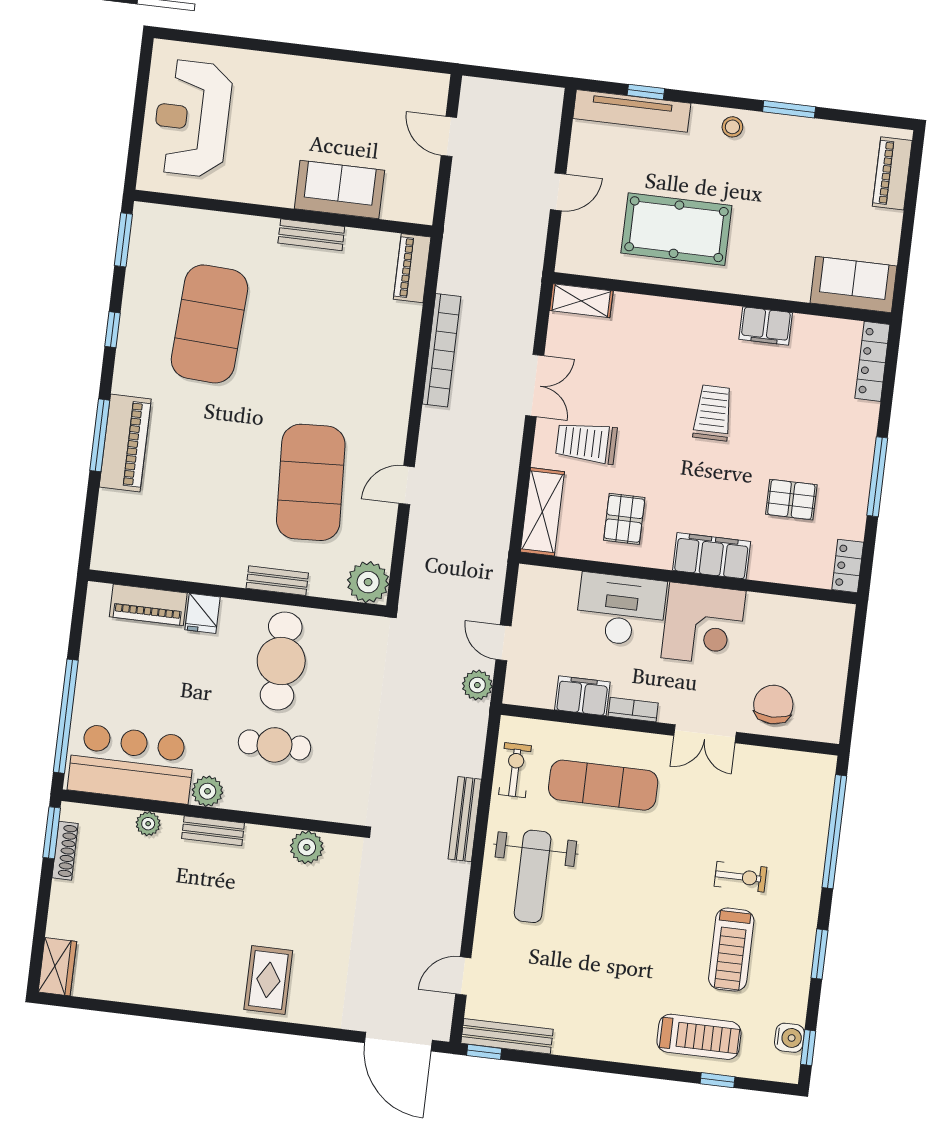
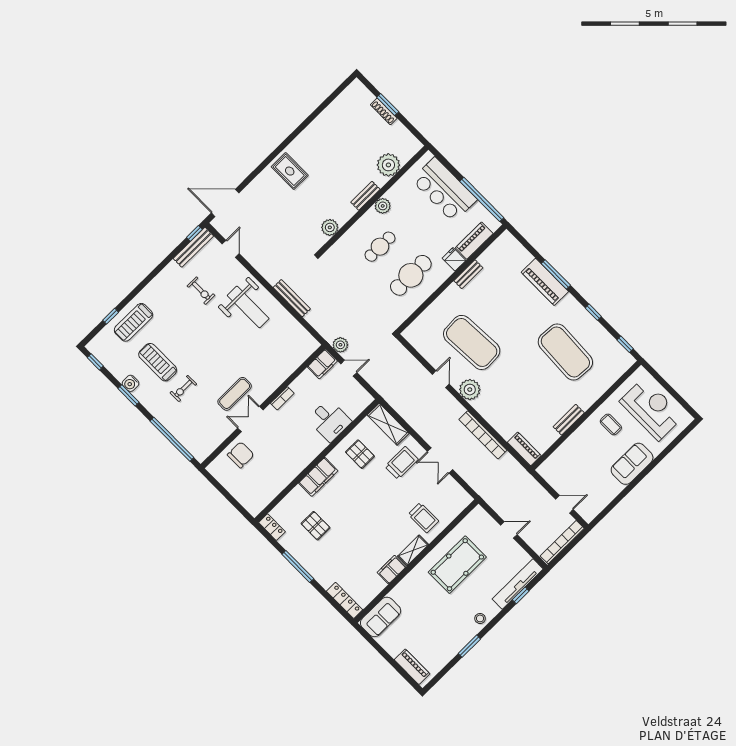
bookcase: (511, 93) -> (562, 542), added
coffee table: (267, 163) -> (611, 424), added
sofa: (339, 189) -> (632, 464), moved, turned 180
door: (558, 192) -> (509, 530), swing flipped
window: (123, 240) -> (625, 344), width x0.67
shelving: (581, 301) -> (413, 550), moved
trolley: (713, 413) -> (423, 518), moved
pallet: (791, 500) -> (316, 526), turned 90
bench: (277, 581) -> (468, 274), moved
plant: (368, 582) -> (470, 390), moved
desk: (621, 610) -> (329, 420), width x0.73
corner desk: (703, 624) -> (294, 452), removed
cafe table: (281, 661) -> (411, 275), turned 90
filing cabinet: (582, 696) -> (322, 364), moved
chair: (773, 705) -> (241, 455), turned -90
window: (66, 716) -> (482, 199), moved
bar counter: (132, 764) -> (444, 190), moved, turned 90
exercise bike: (515, 770) -> (201, 291), moved
exercise mat: (603, 785) -> (235, 394), moved, width x0.73, depth x0.69
plant: (148, 824) -> (388, 165), width x1.87, depth x1.87
window: (52, 833) -> (388, 104), moved
shoe rack: (65, 851) -> (384, 111), moved
weight bench: (533, 876) -> (248, 307), turned 180
wardrobe: (57, 967) -> (360, 92), removed
water cooler: (789, 1038) -> (131, 383), moved

